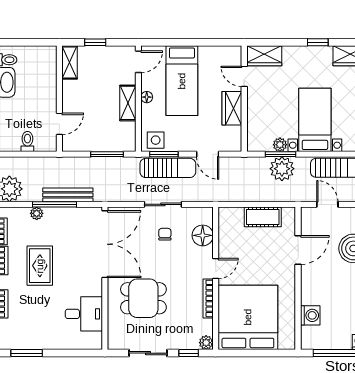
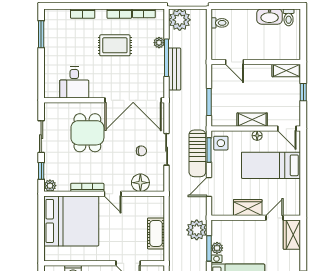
toilet: (27, 141) -> (220, 23), moved
plant: (282, 169) -> (197, 230), moved

